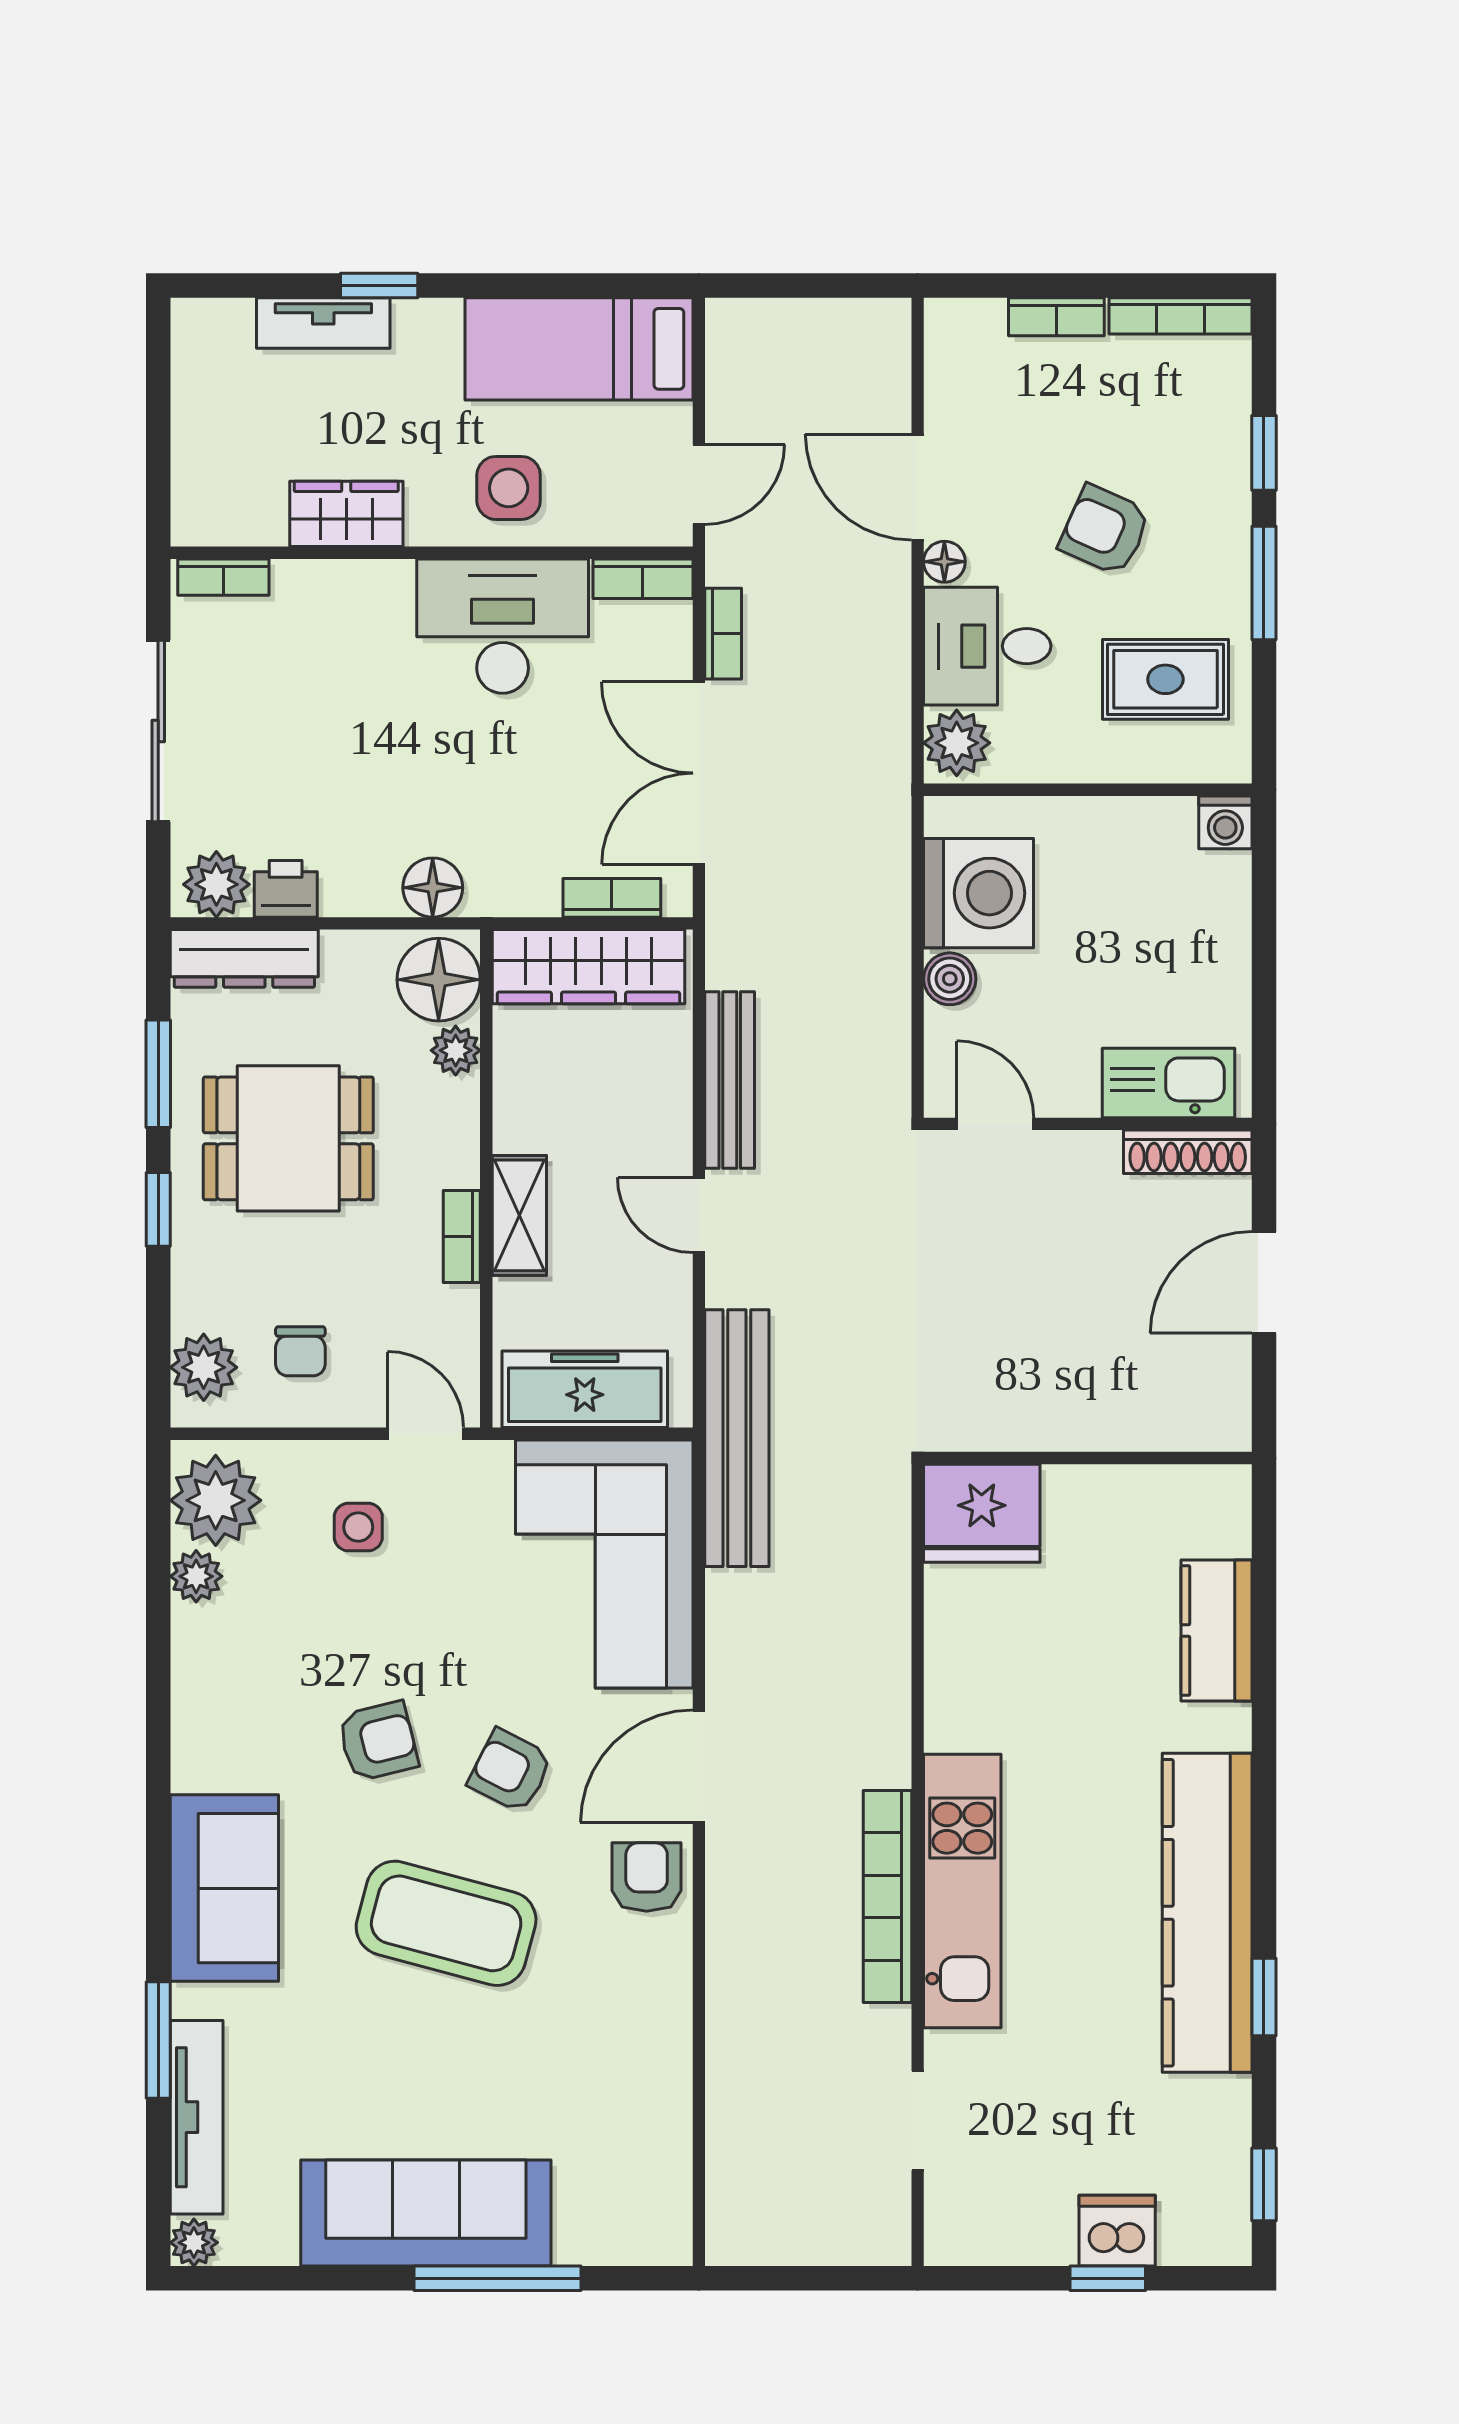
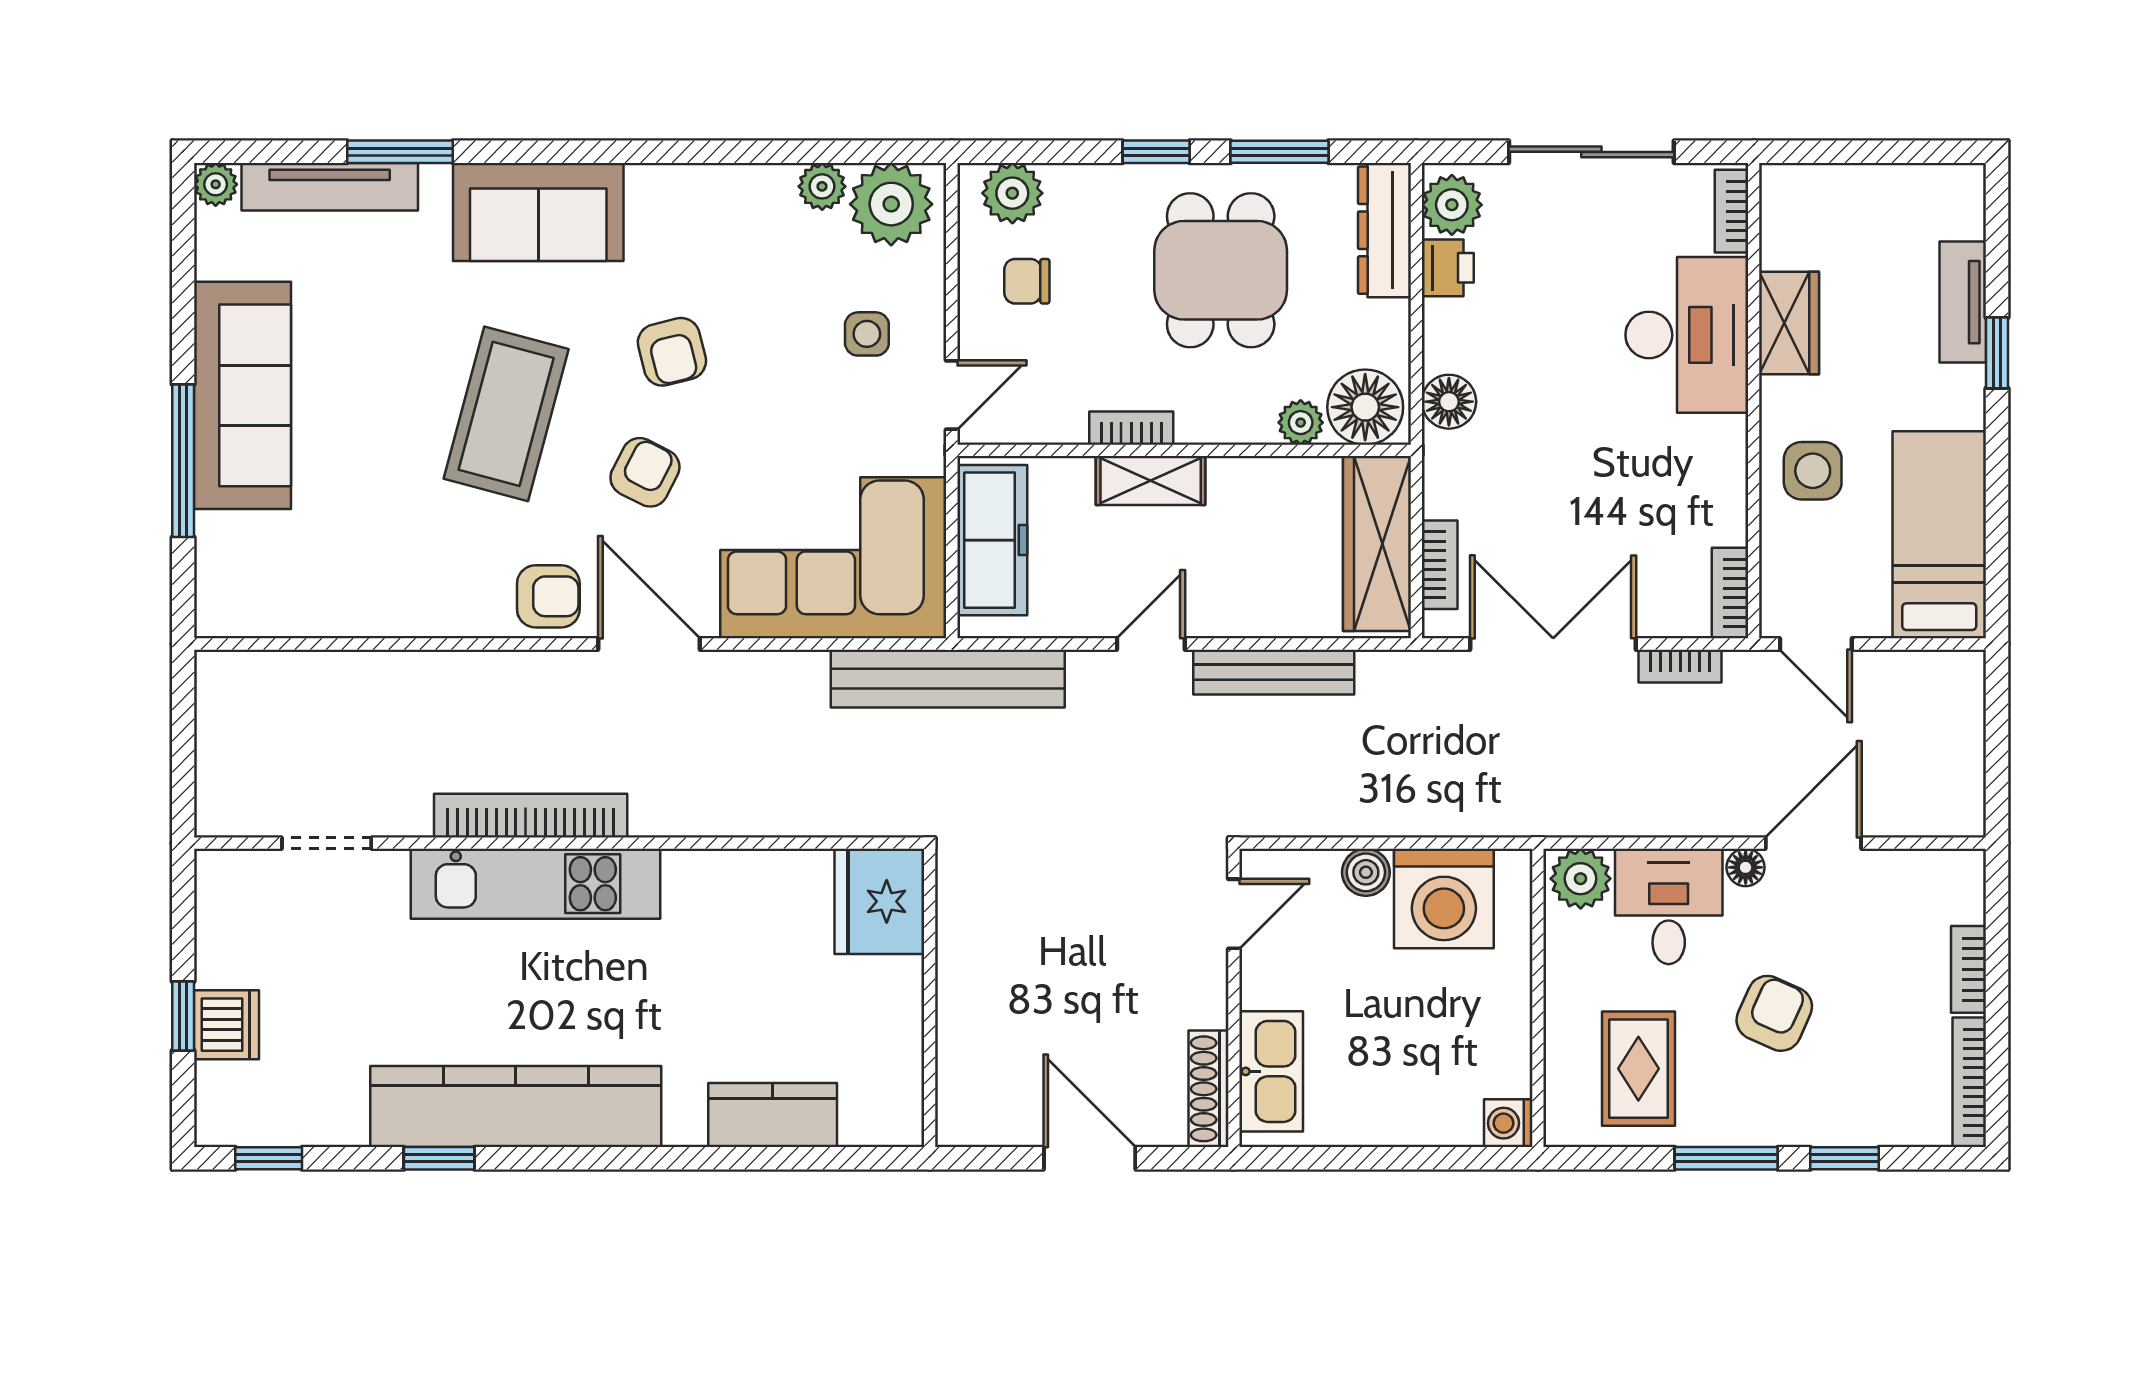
desk: (503, 626) -> (1687, 335), moved

